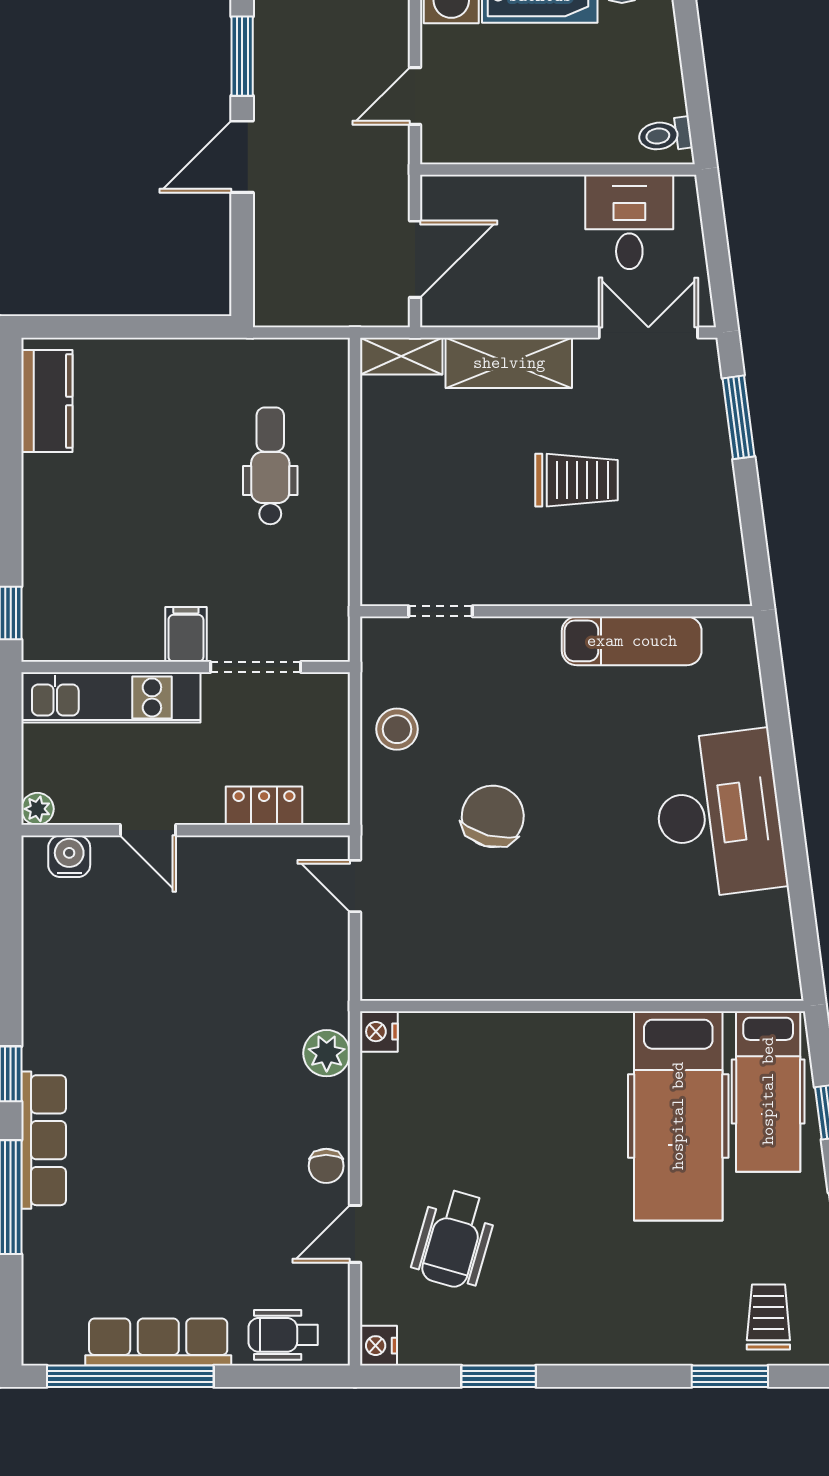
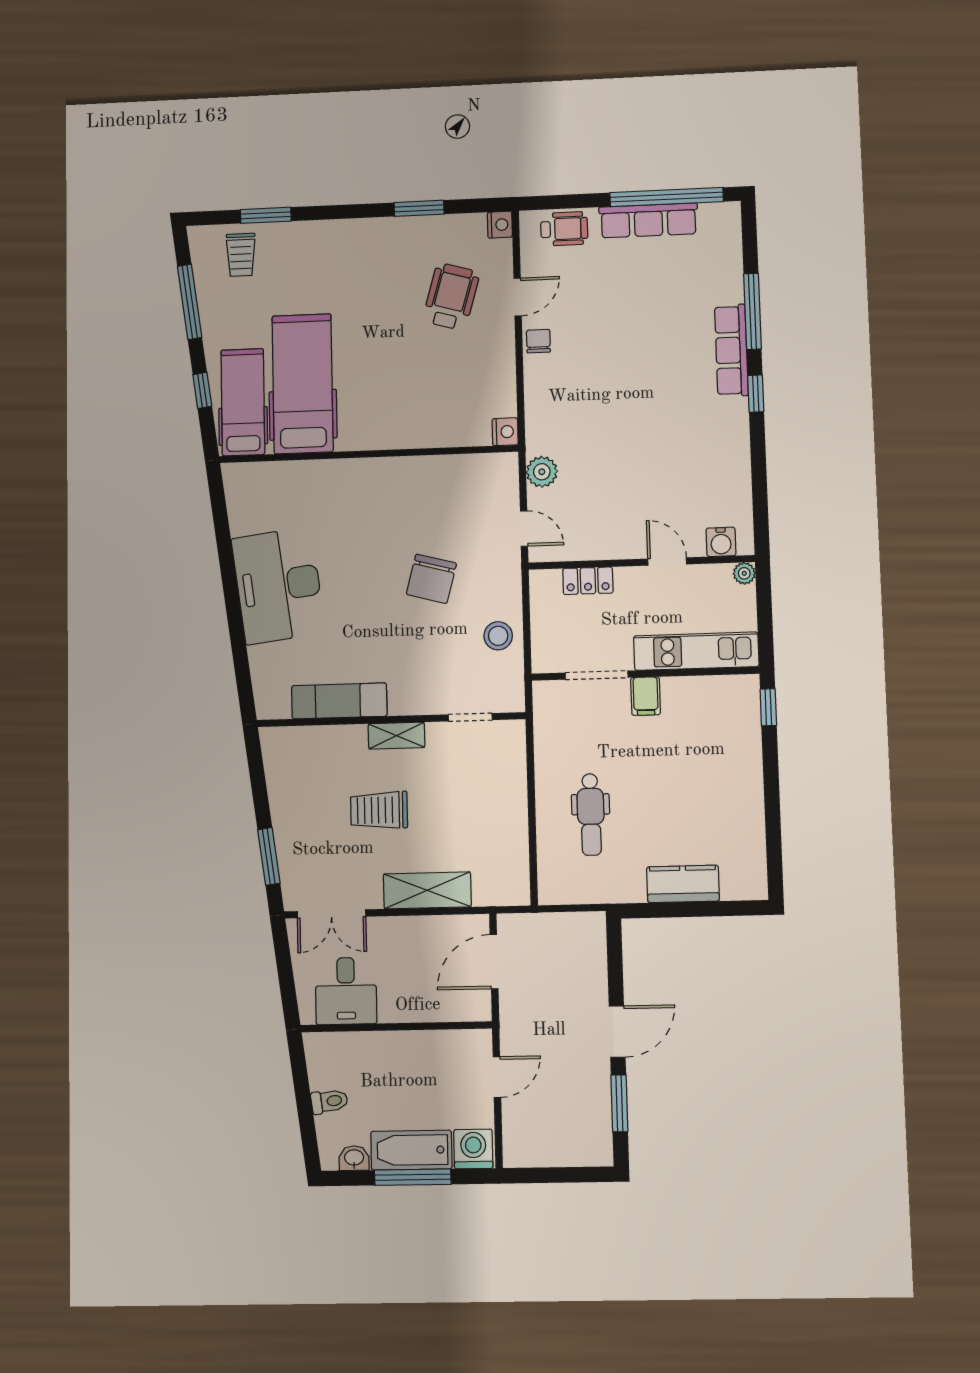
toilet: (665, 135) -> (329, 1101), moved
shelving: (401, 356) -> (396, 736), moved
kitchen counter: (47, 401) -> (683, 884), moved, turned 90
plant: (327, 1053) -> (542, 472), moved

